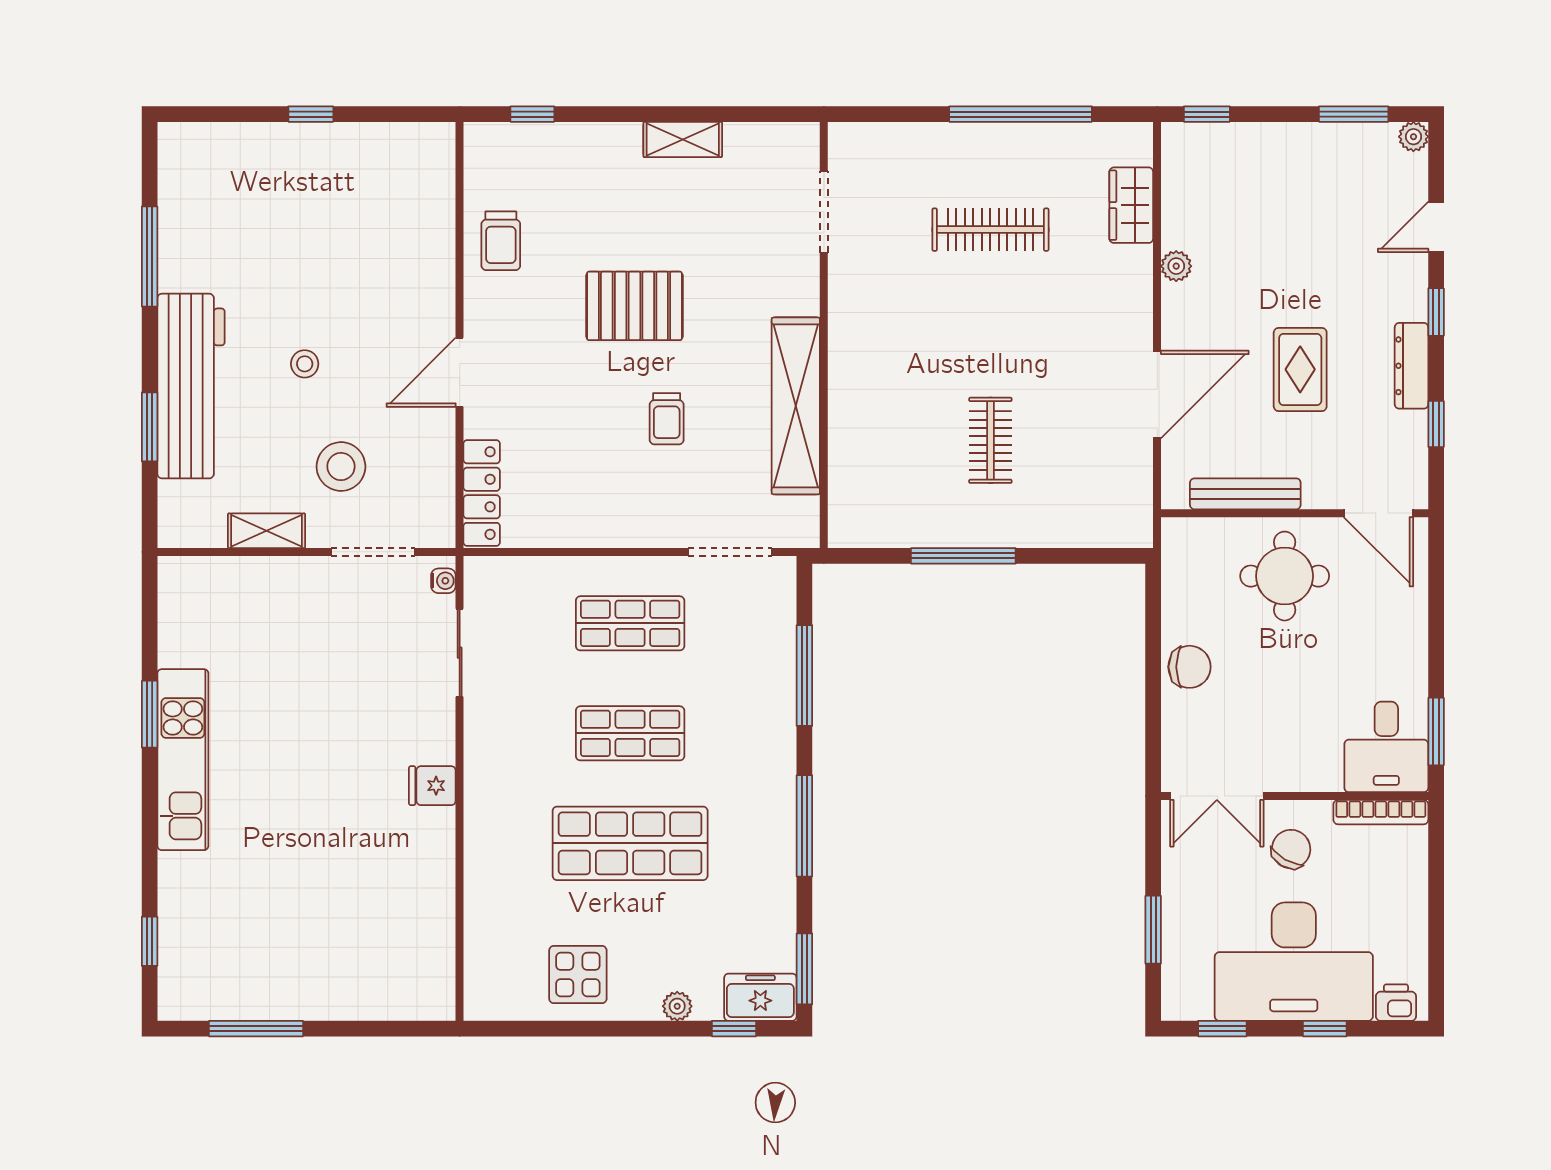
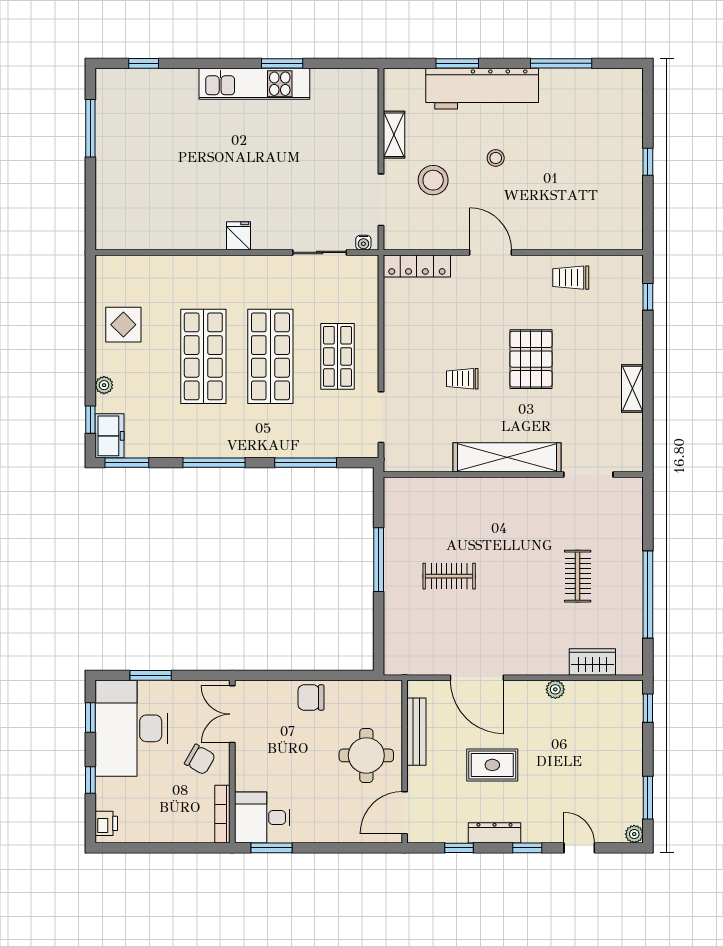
clothes rail: (990, 230) -> (578, 576), width x0.73
shelving: (796, 406) -> (507, 457), moved
chair: (1190, 667) -> (311, 698), turned 90
shop shelf: (630, 733) -> (270, 356), width x1.43, depth x1.36
desk: (1294, 962) -> (131, 728), moved

